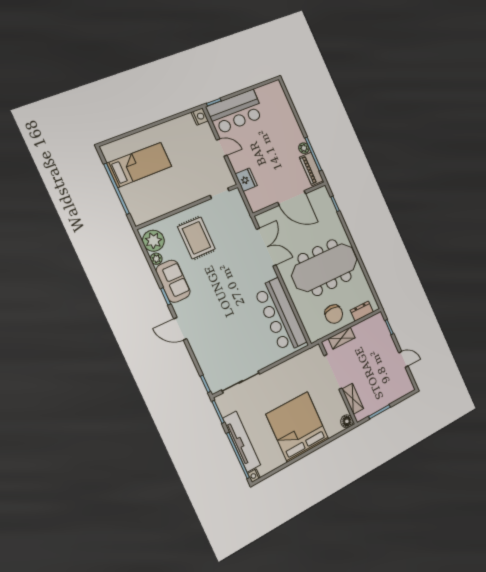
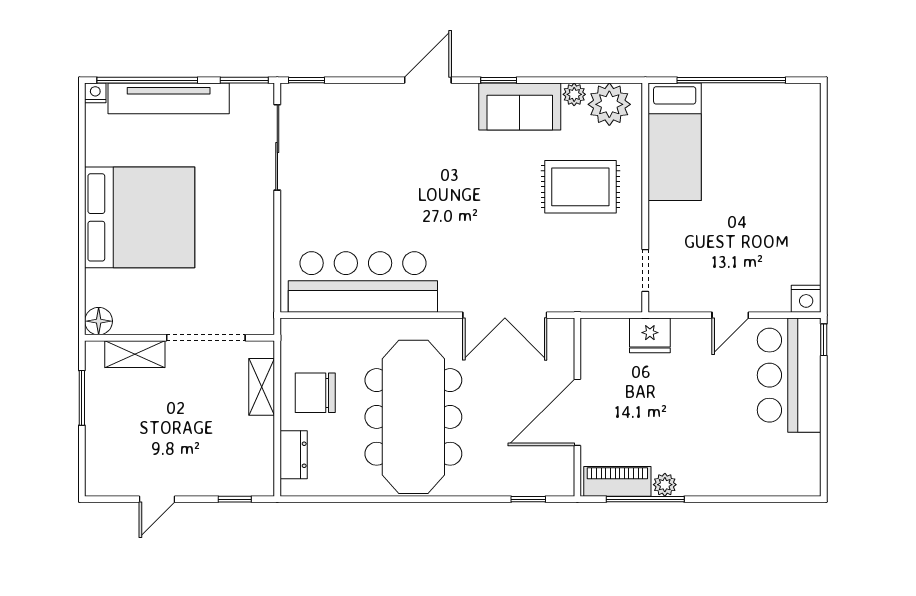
bed: (139, 165) -> (675, 142), moved

